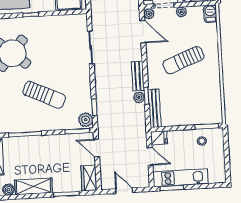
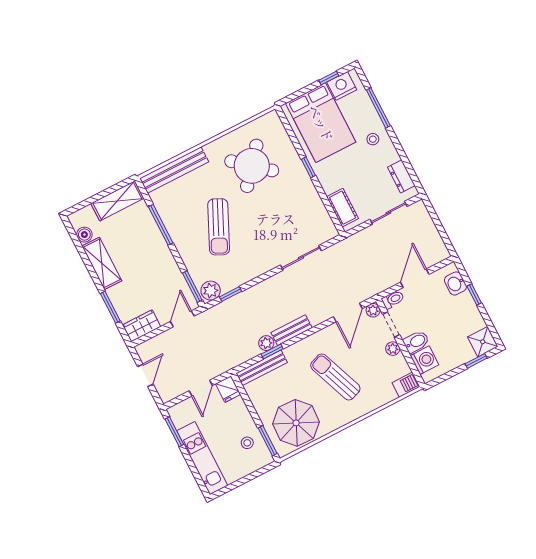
parasol: (203, 101) -> (296, 423), added
kitchen unit: (180, 178) -> (202, 458), moved

